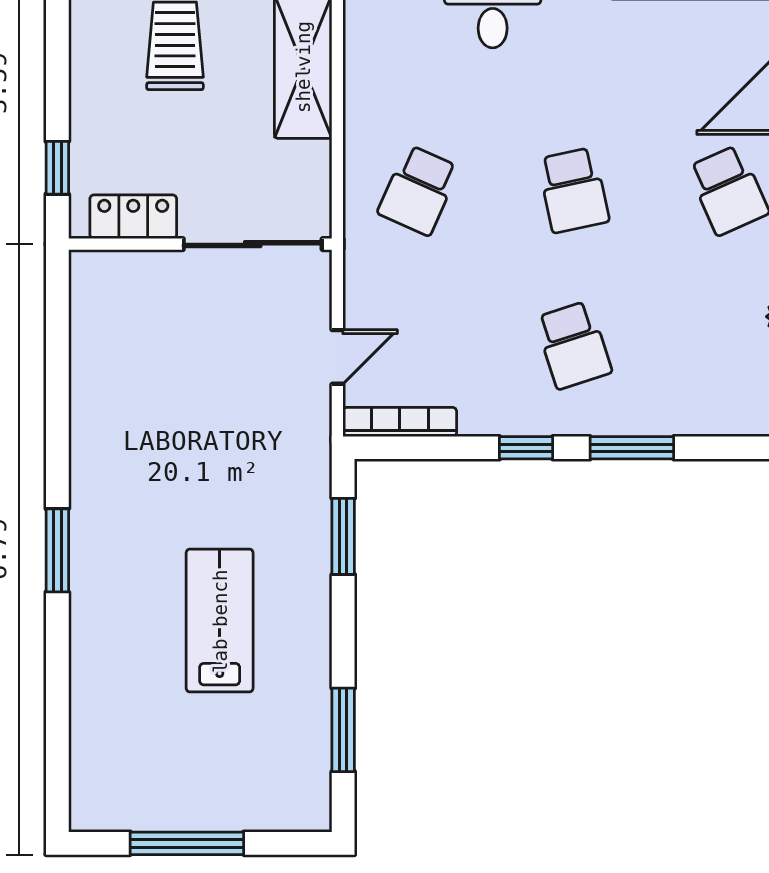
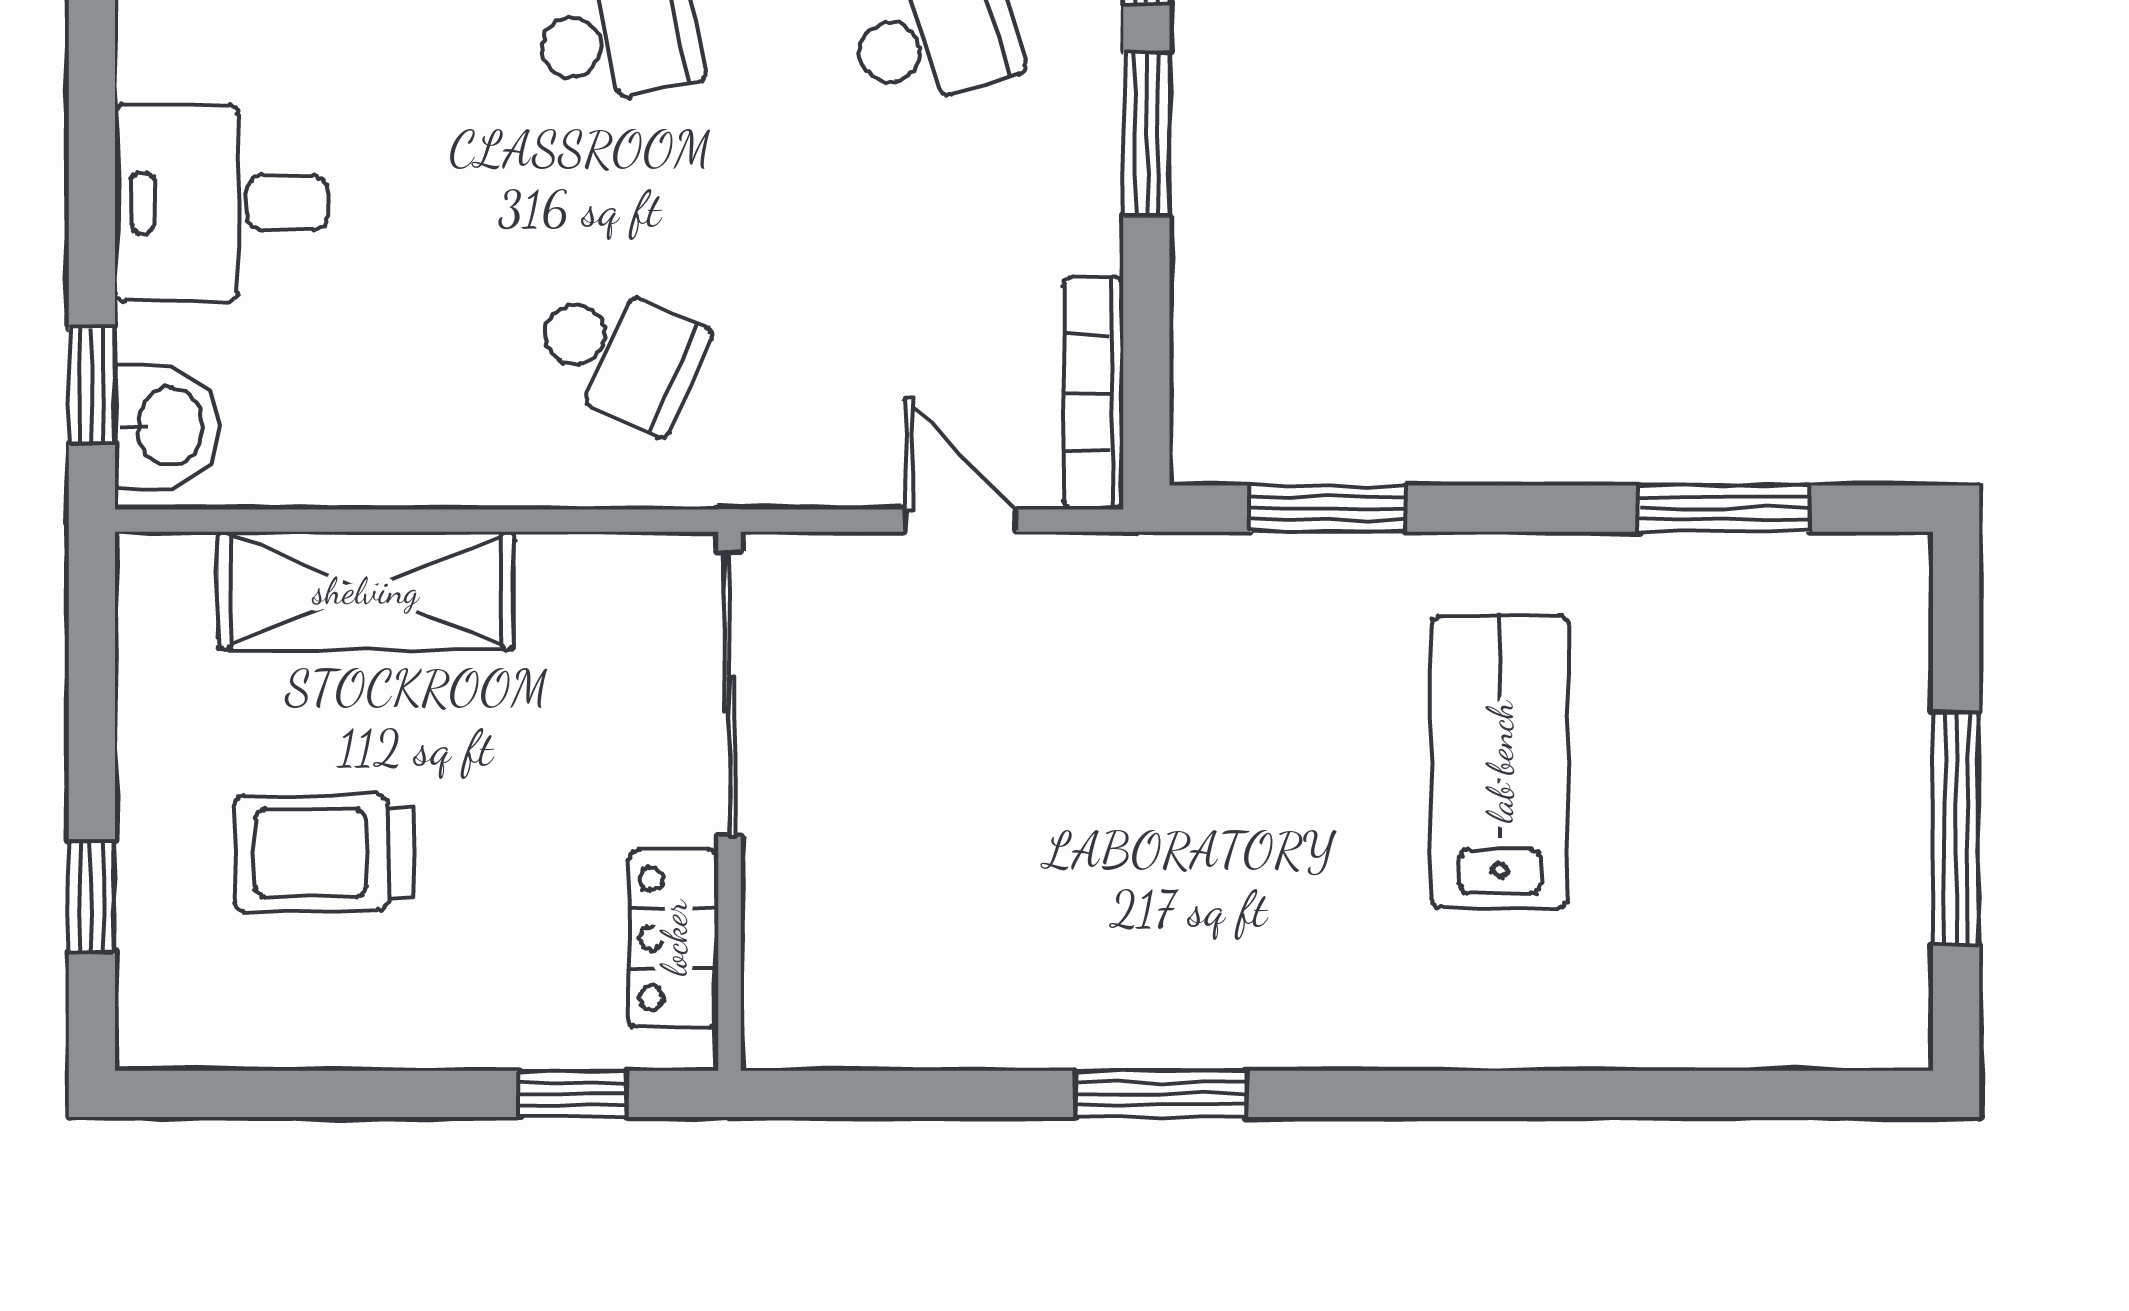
window: (526, 448) -> (1146, 134), width x1.50
window: (57, 550) -> (1161, 1094), moved
lab bench: (220, 621) -> (1500, 762), turned 90

